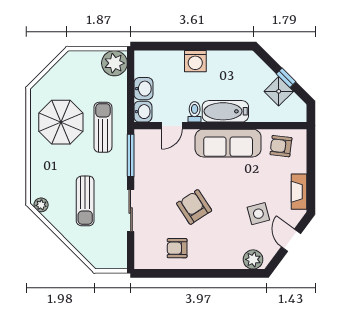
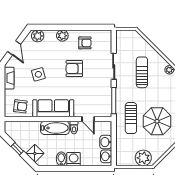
bidet: (215, 62) -> (61, 159), added
plant: (114, 63) -> (143, 158), moved
shower: (279, 91) -> (35, 153), moved
washbasin: (143, 112) -> (106, 156), moved
door: (172, 126) -> (88, 119), swing flipped
armchair: (194, 207) -> (74, 69), turned 123
side table: (258, 214) -> (38, 74), moved
plant: (213, 260) -> (62, 36), added

